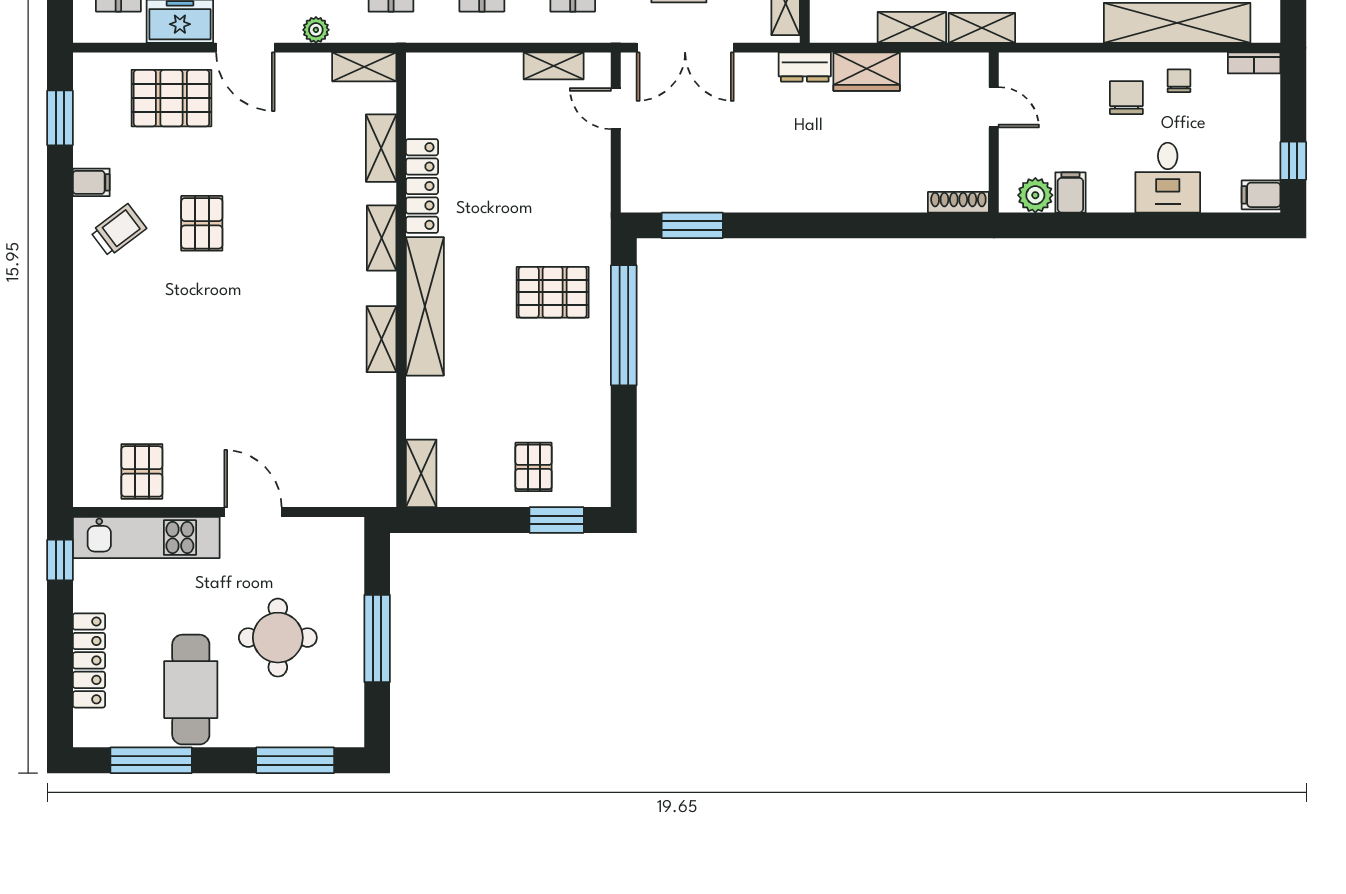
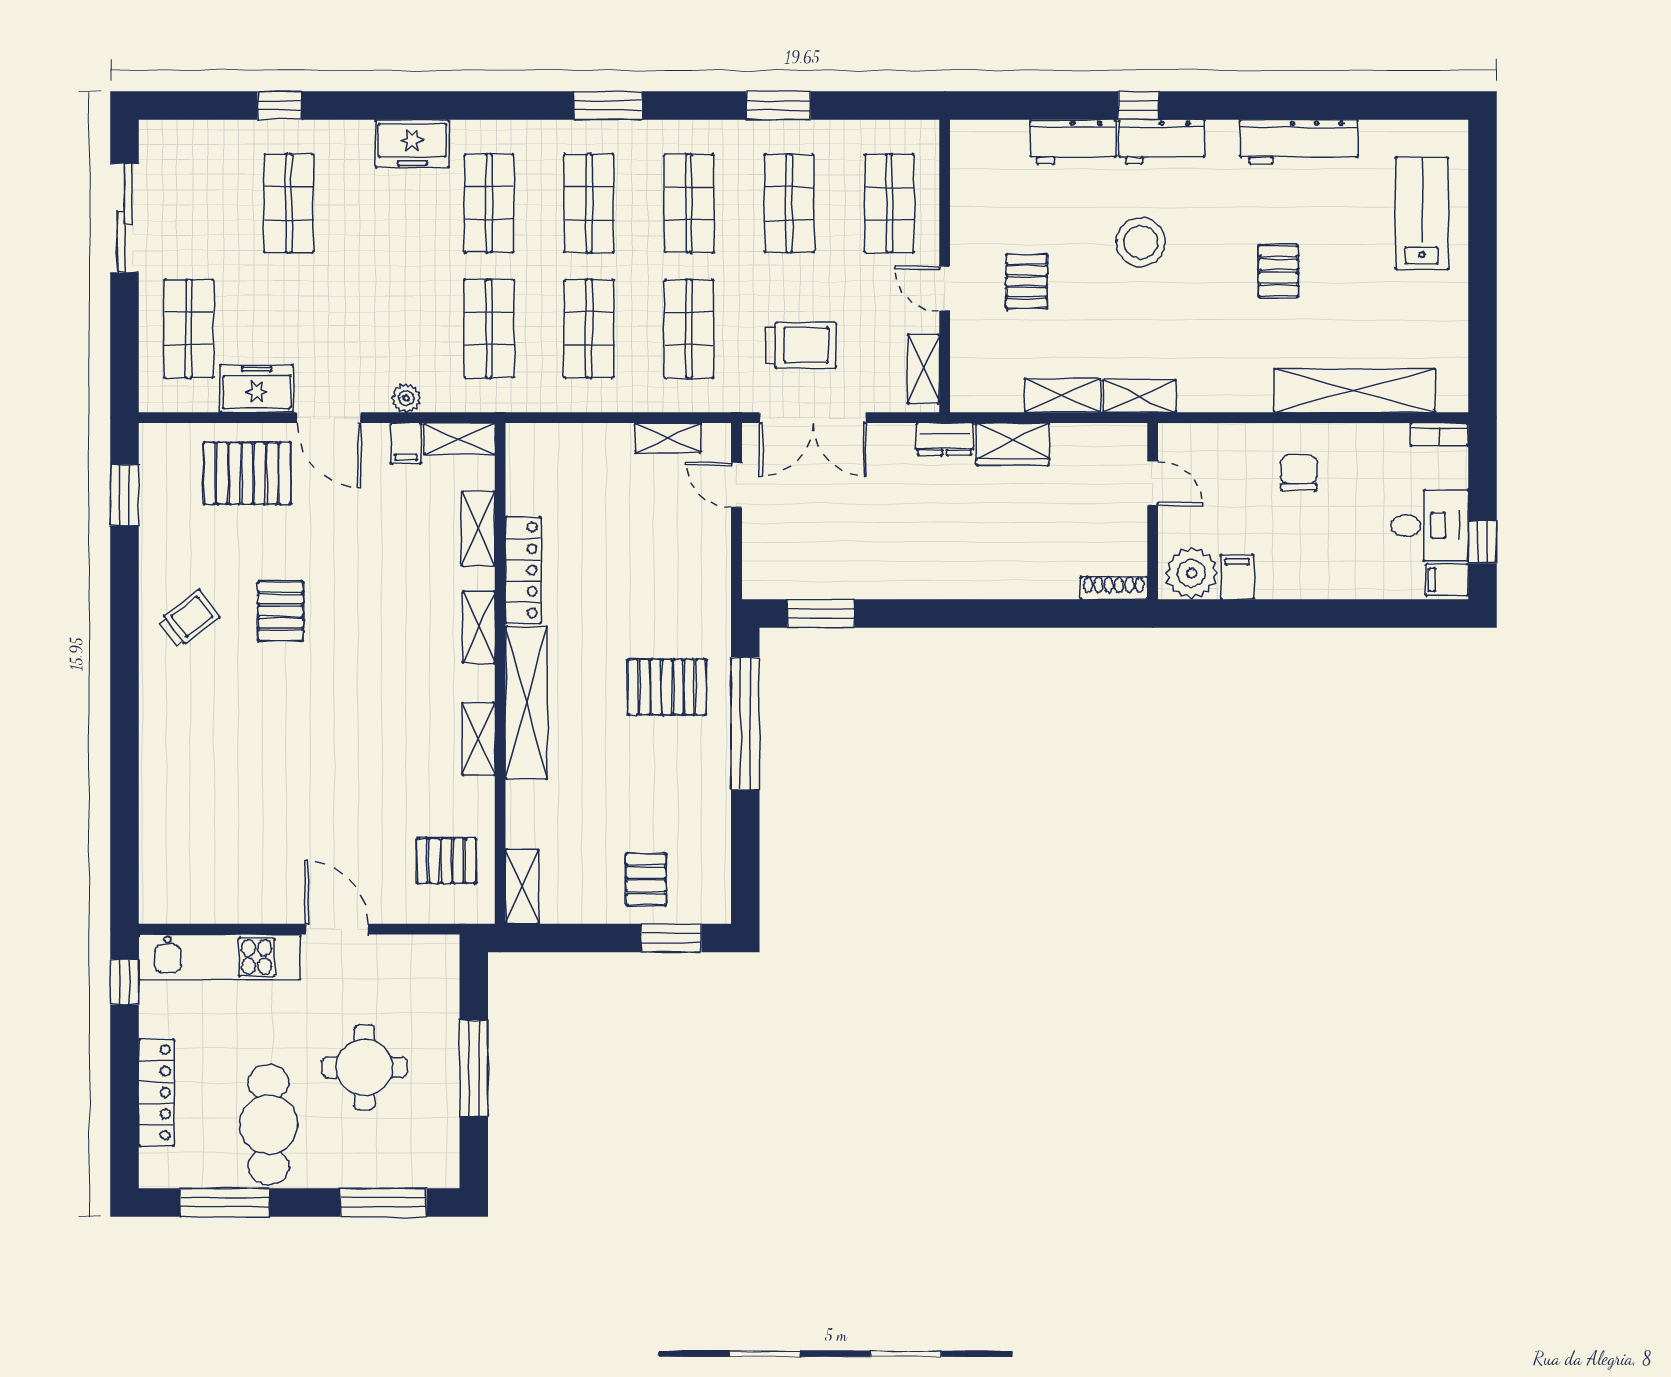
chair: (1179, 81) -> (1357, 454), removed
desk: (1168, 178) -> (1430, 525), moved, turned -90
filing cabinet: (91, 182) -> (406, 443), moved, turned 90
plant: (1035, 195) -> (1191, 573), width x1.36, depth x1.36
pallet: (142, 471) -> (446, 861), moved, turned 90

